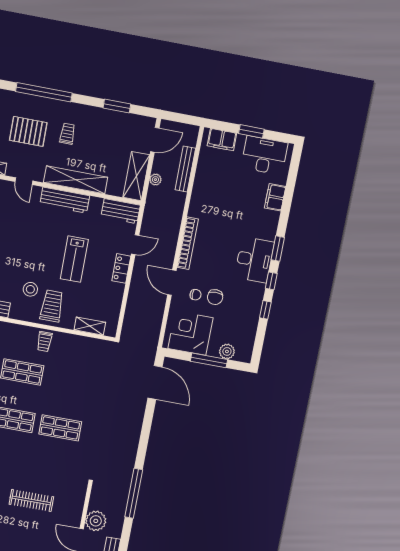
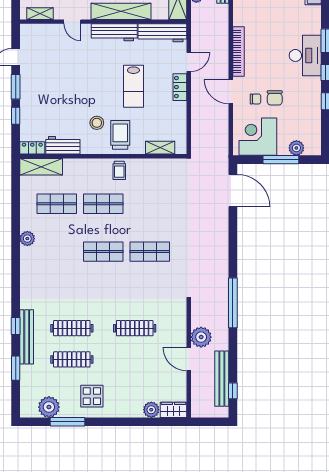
workbench: (121, 211) -> (162, 33), width x1.38

